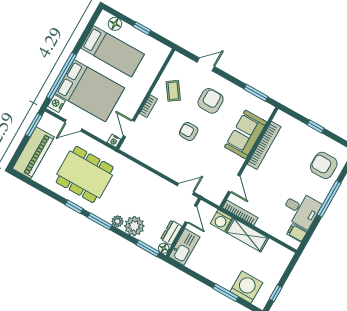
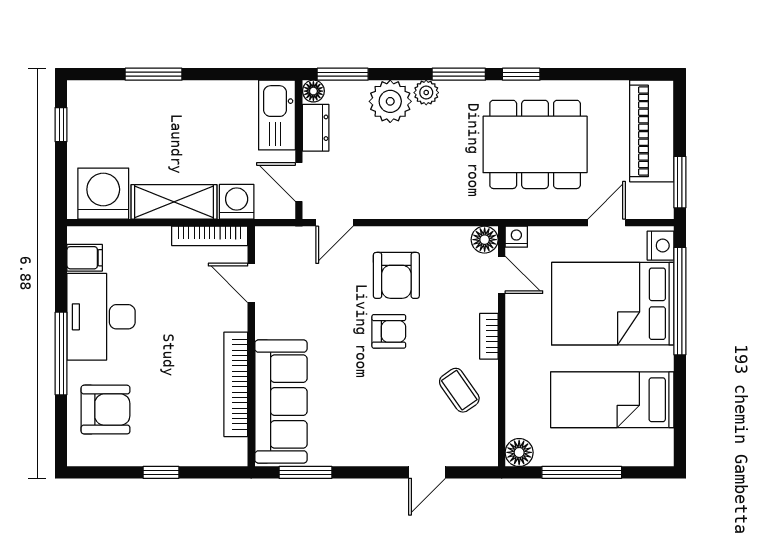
floor lamp: (115, 24) -> (519, 452), moved
window: (142, 28) -> (582, 472), width x2.17
armchair: (211, 101) -> (396, 275), moved
sofa: (246, 134) -> (281, 402), width x1.36
floor lamp: (128, 147) -> (485, 240), added
desk: (301, 210) -> (101, 317), width x1.37
washing machine: (246, 287) -> (103, 194), moved, turned 180

